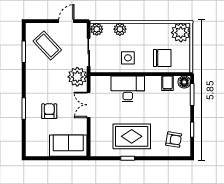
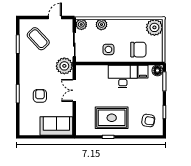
desk: (128, 89) -> (123, 76), moved

